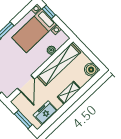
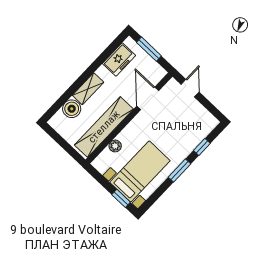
boiler: (91, 70) -> (72, 109), moved

